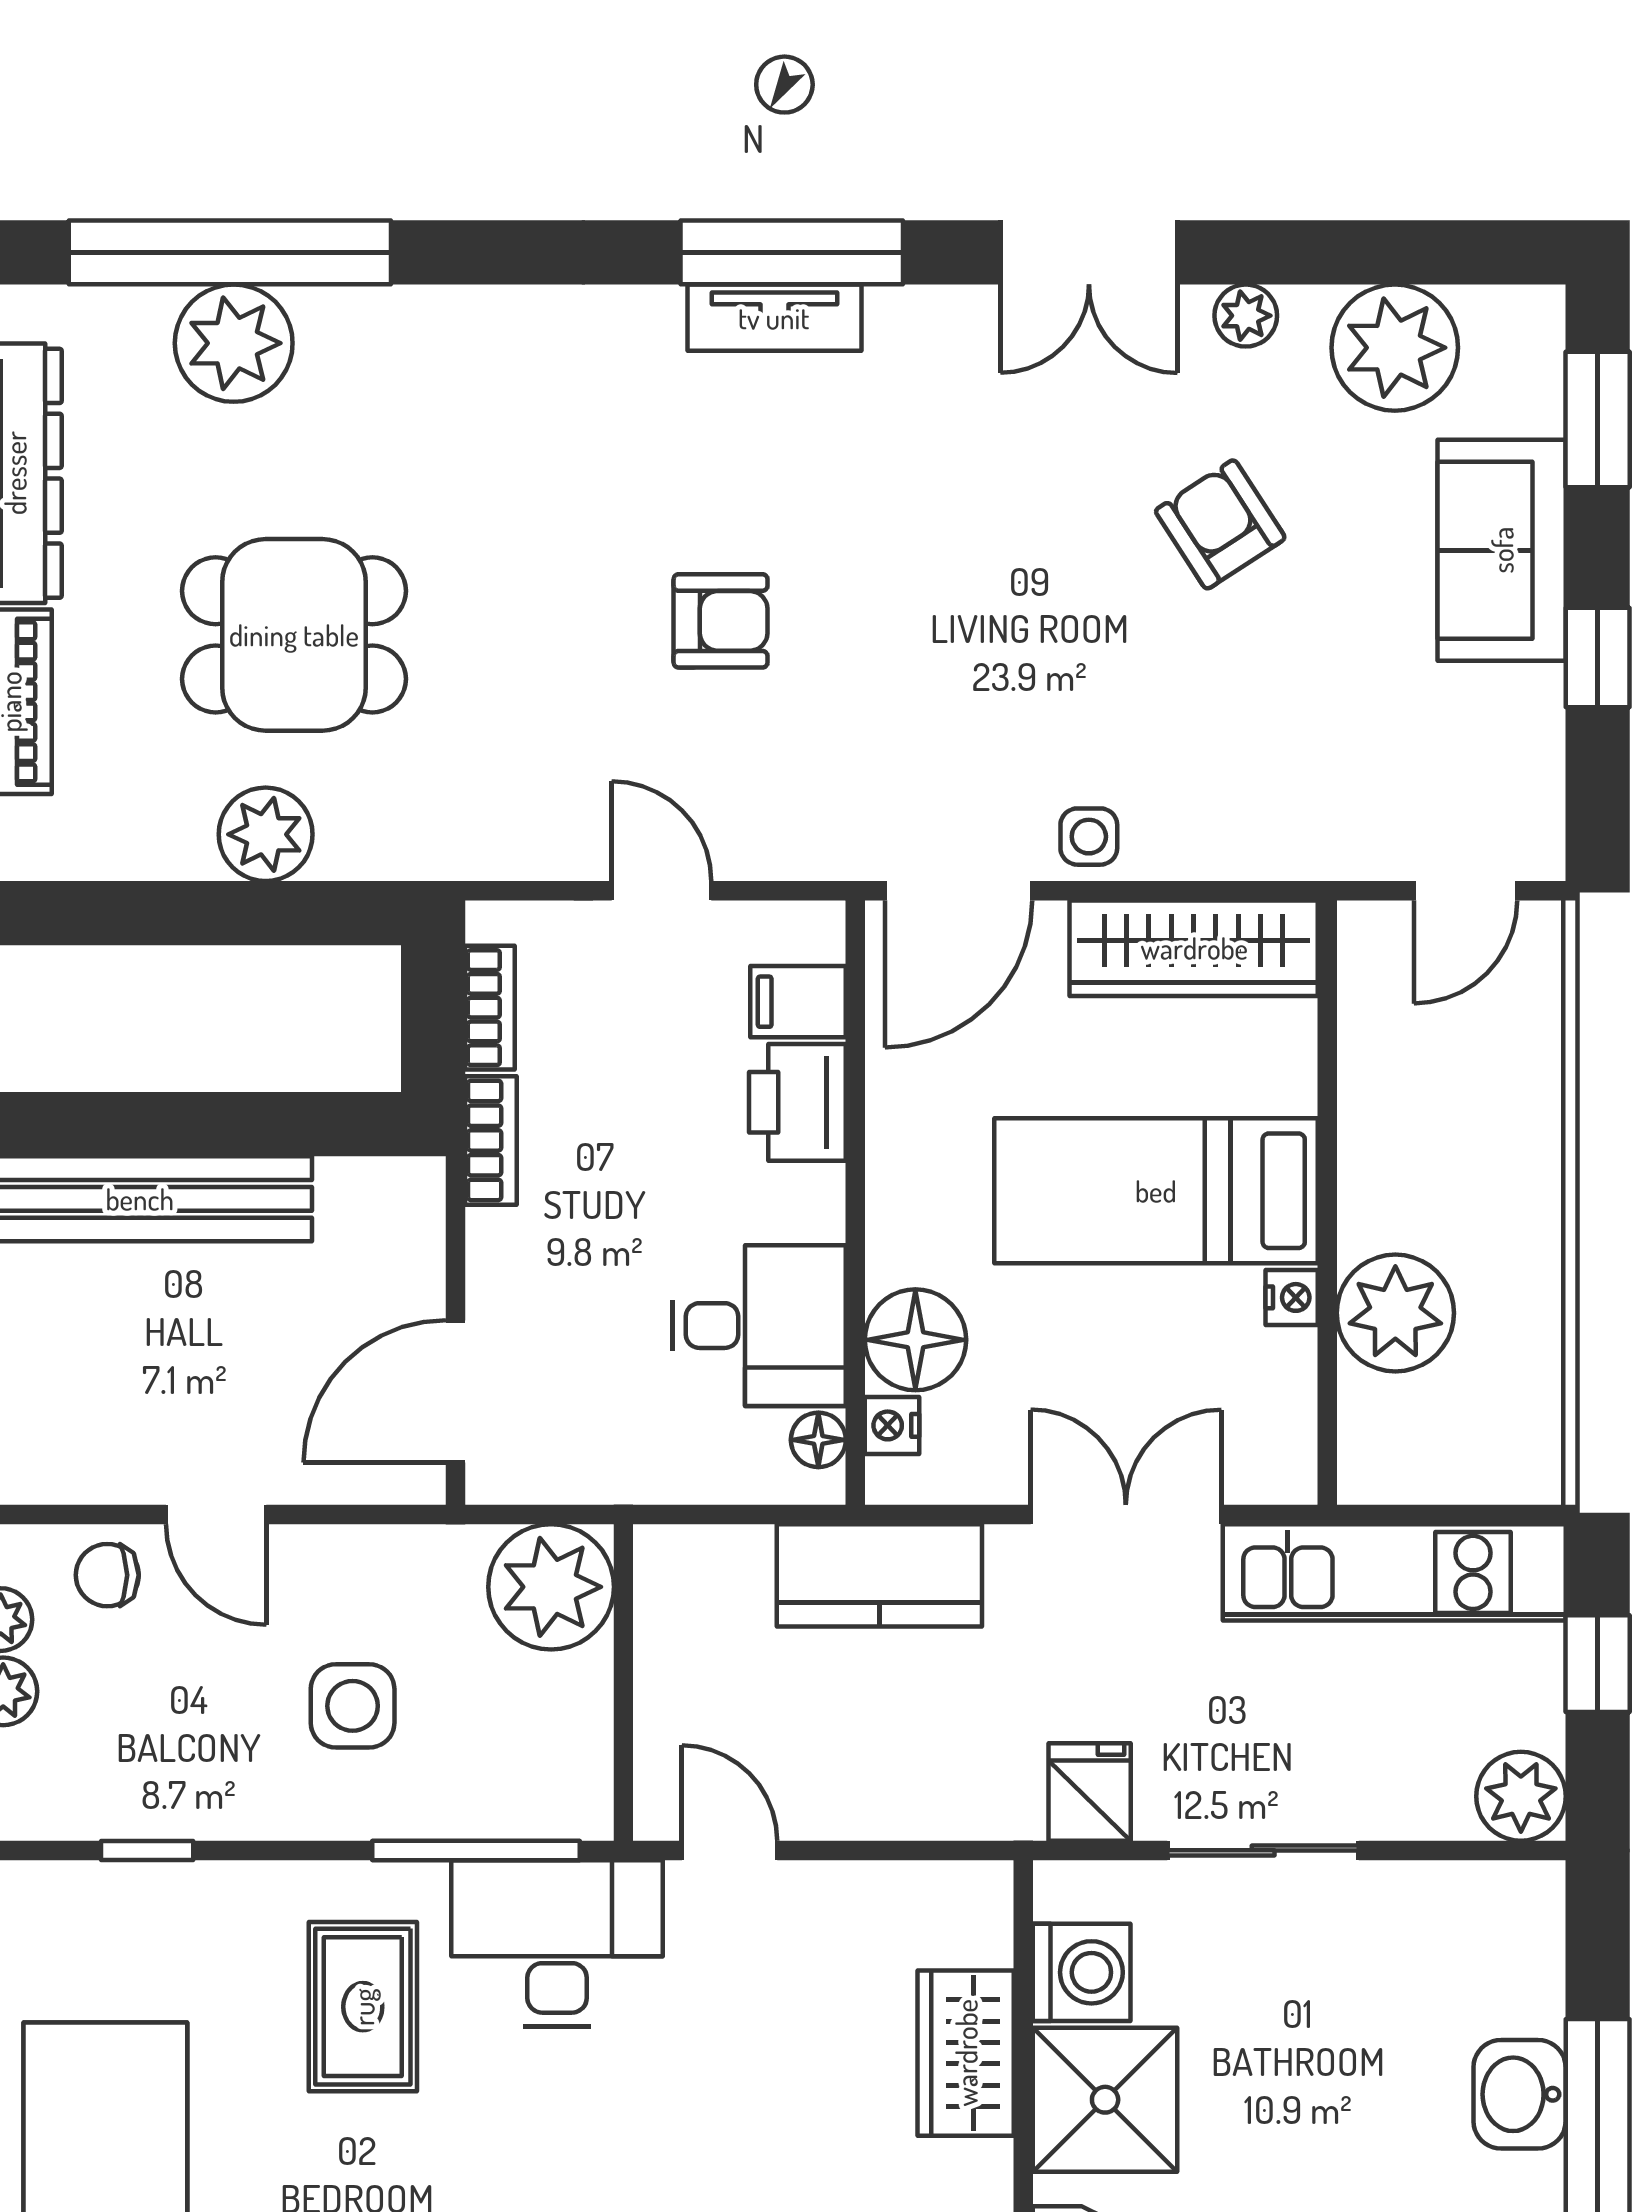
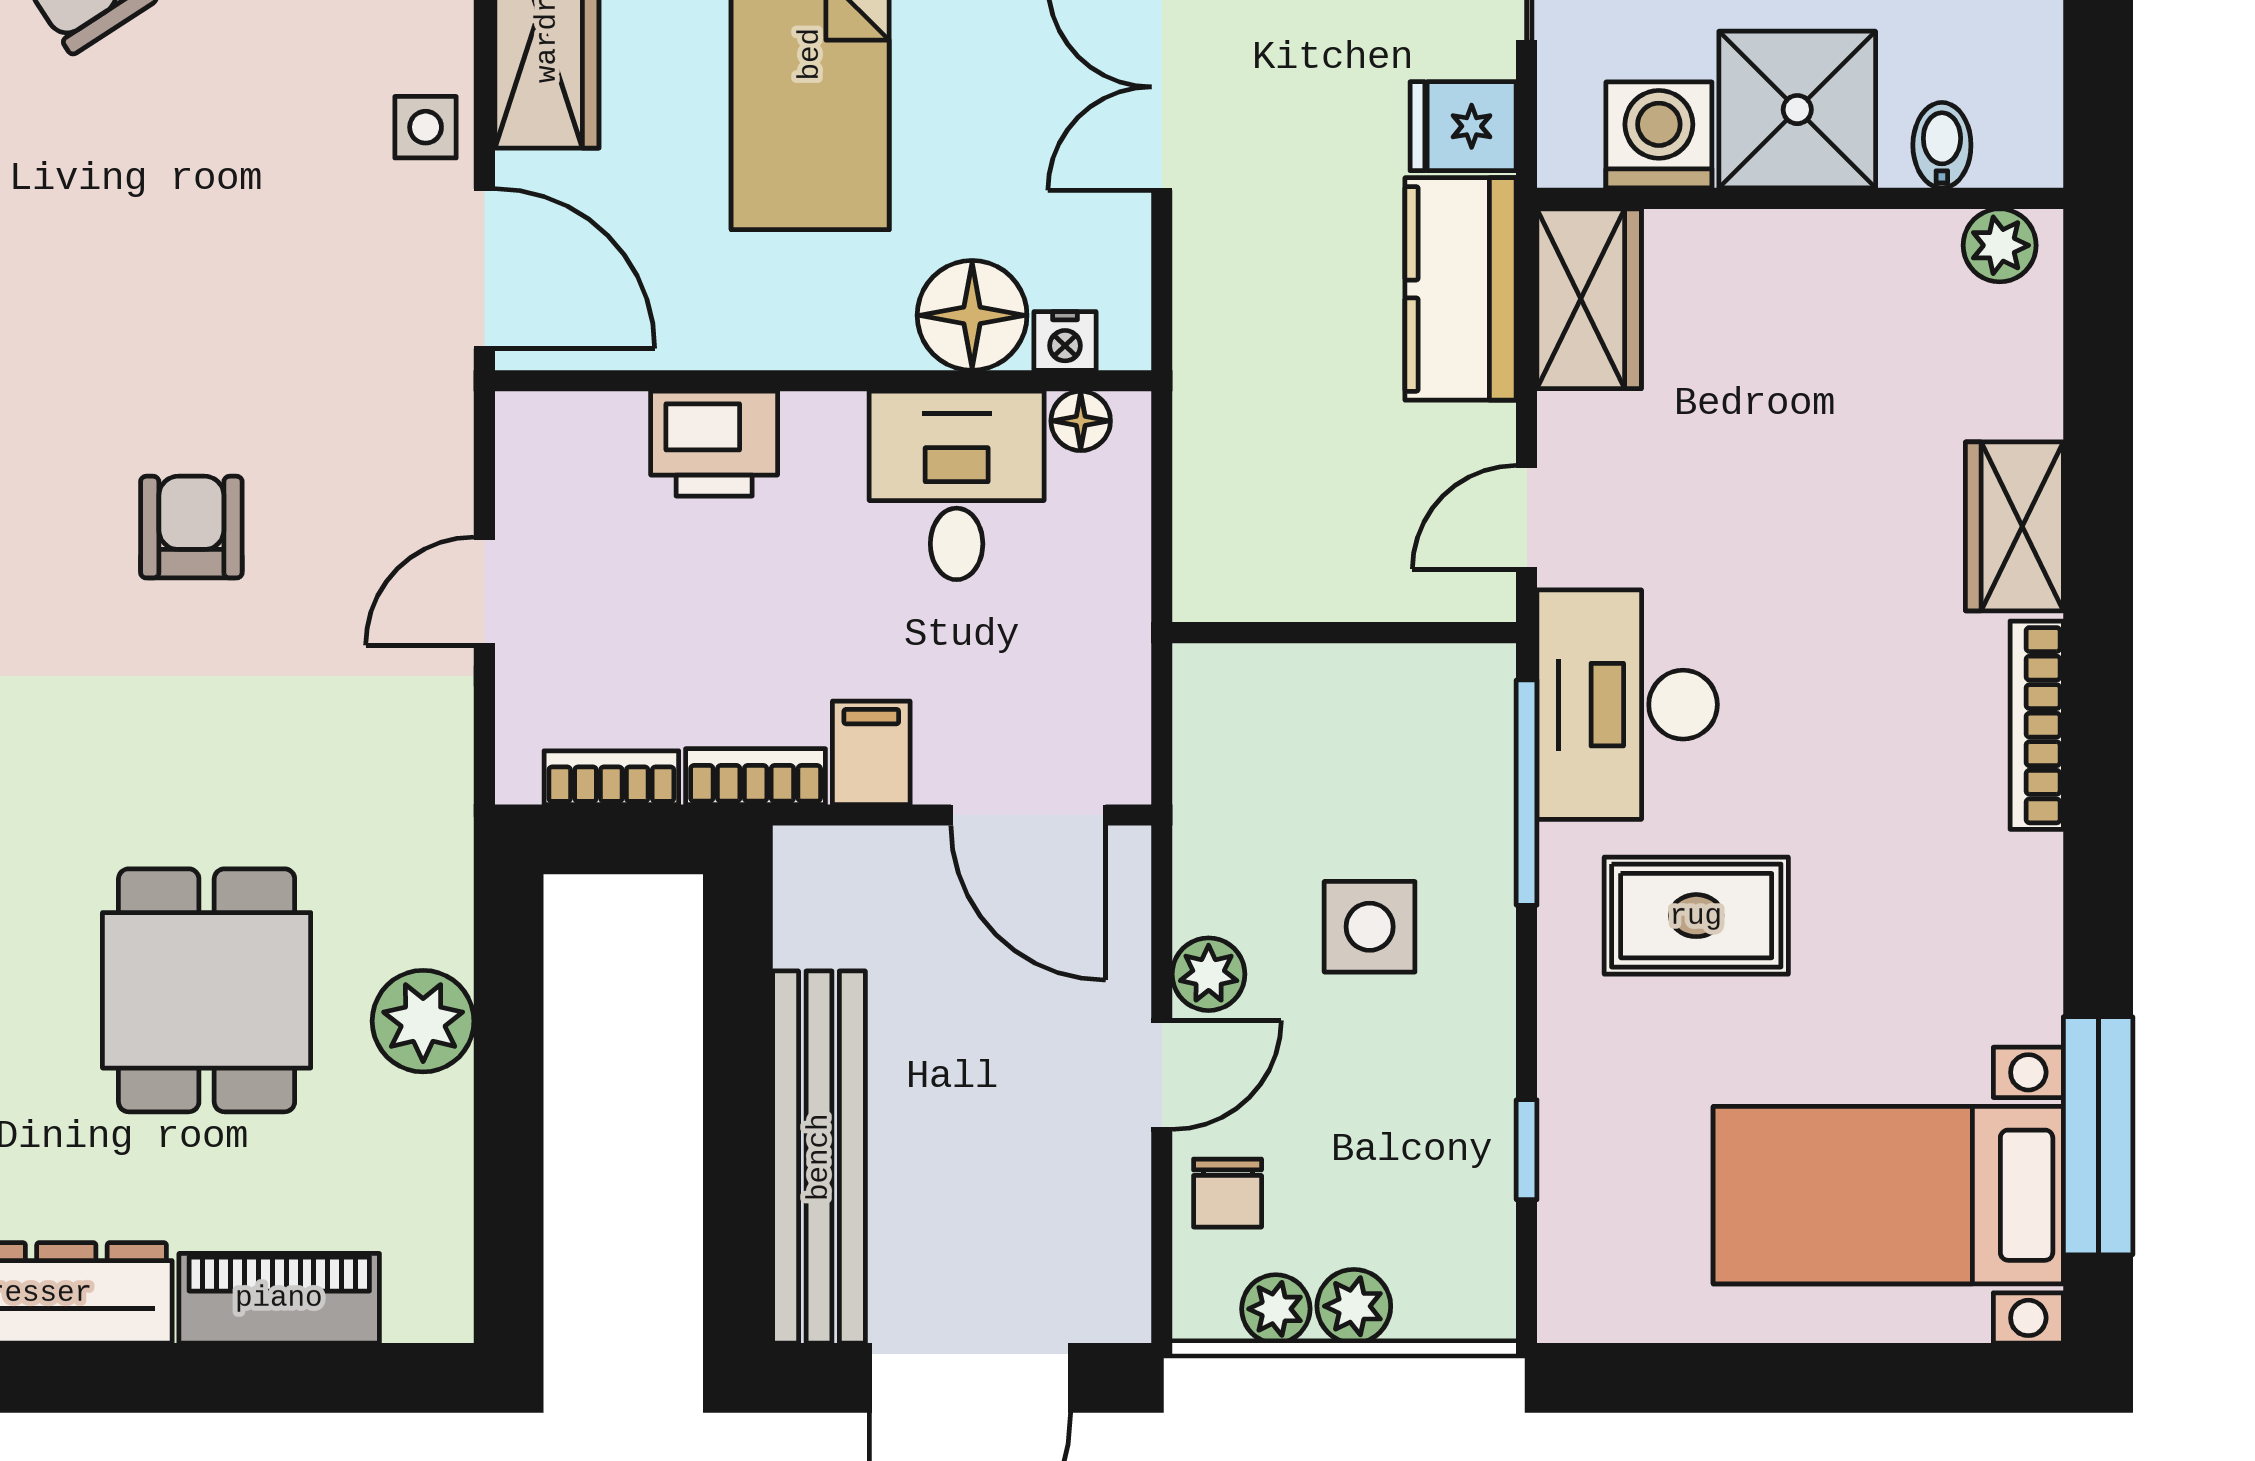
filing cabinet: (798, 1002) -> (871, 753), moved, turned 180
kitchen counter: (879, 1575) -> (1461, 289), moved, turned 180
plant: (551, 1587) -> (1209, 974), moved, width x0.53, depth x0.53
wardrobe: (966, 2053) -> (1589, 299), moved, turned -90

